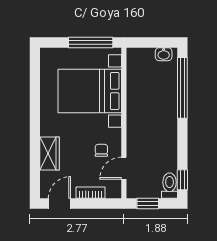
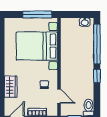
door: (124, 168) -> (59, 96), swing flipped
window: (182, 180) -> (97, 76), moved

